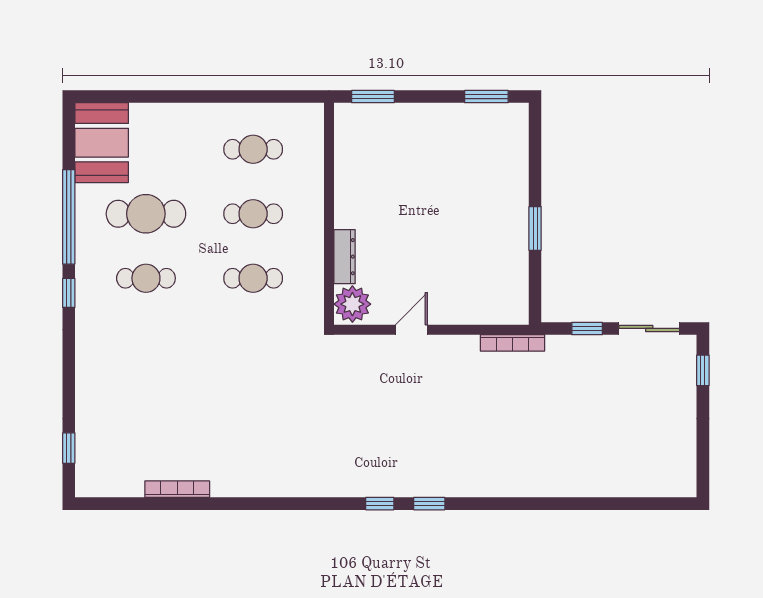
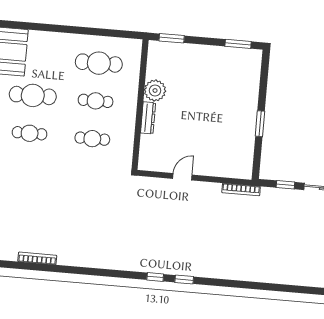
cafe table: (253, 149) -> (99, 63), width x1.37, depth x1.35
dresser: (345, 257) -> (148, 118), moved
plant: (352, 304) -> (155, 90), moved

